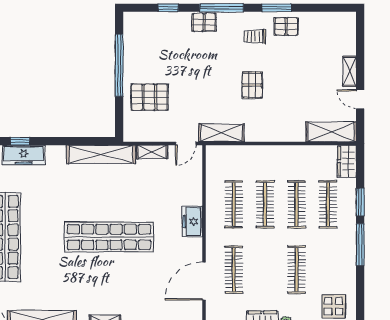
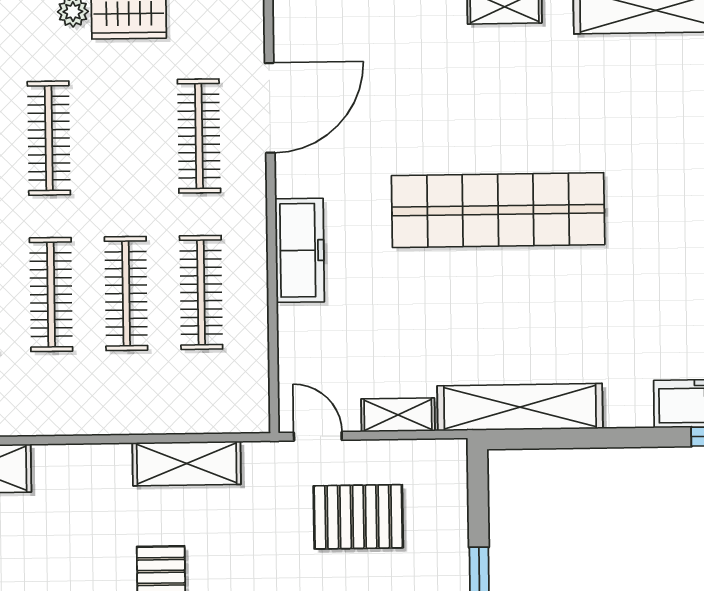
pallet: (149, 97) -> (358, 517), moved
shelving: (221, 133) -> (187, 463), moved
door: (186, 143) -> (318, 436), hinge flipped
freezer: (192, 221) -> (300, 250), width x1.40

